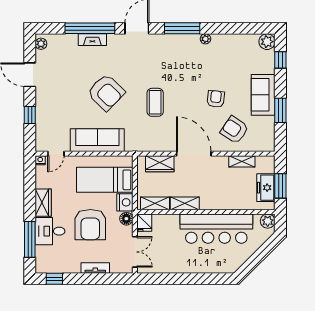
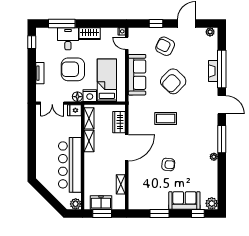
sofa: (263, 95) -> (184, 200), moved
armchair: (234, 130) -> (165, 46), moved, turned -98

